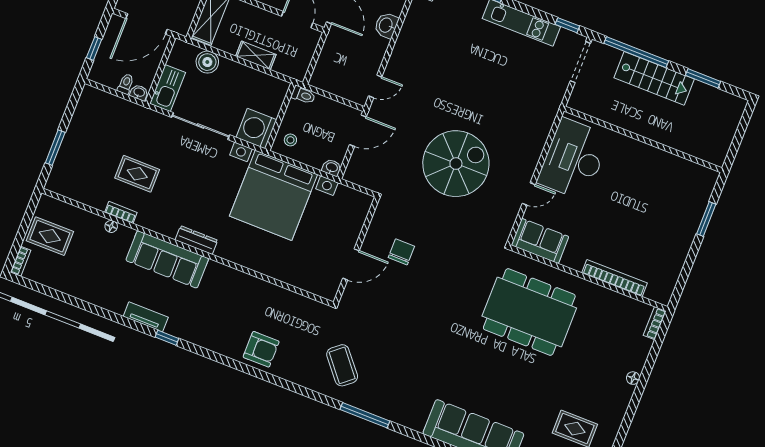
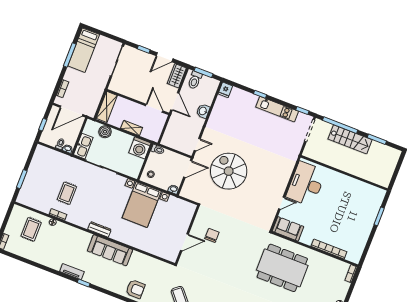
washing machine: (256, 129) -> (140, 148), moved, turned -90
spiral stairs: (456, 164) -> (229, 171), moved, turned -90
rug: (137, 174) -> (67, 193), turned 90
bed with nightstands: (274, 195) -> (142, 205), width x0.73
rug: (50, 236) -> (31, 229), moved, turned 90
sofa: (167, 259) -> (110, 250), moved

